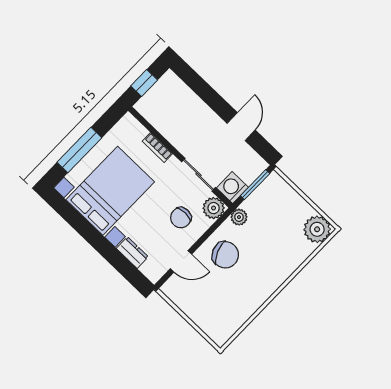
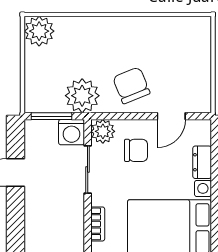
plant: (239, 217) -> (82, 96), width x1.87, depth x1.87
door: (181, 261) -> (171, 116), swing flipped

